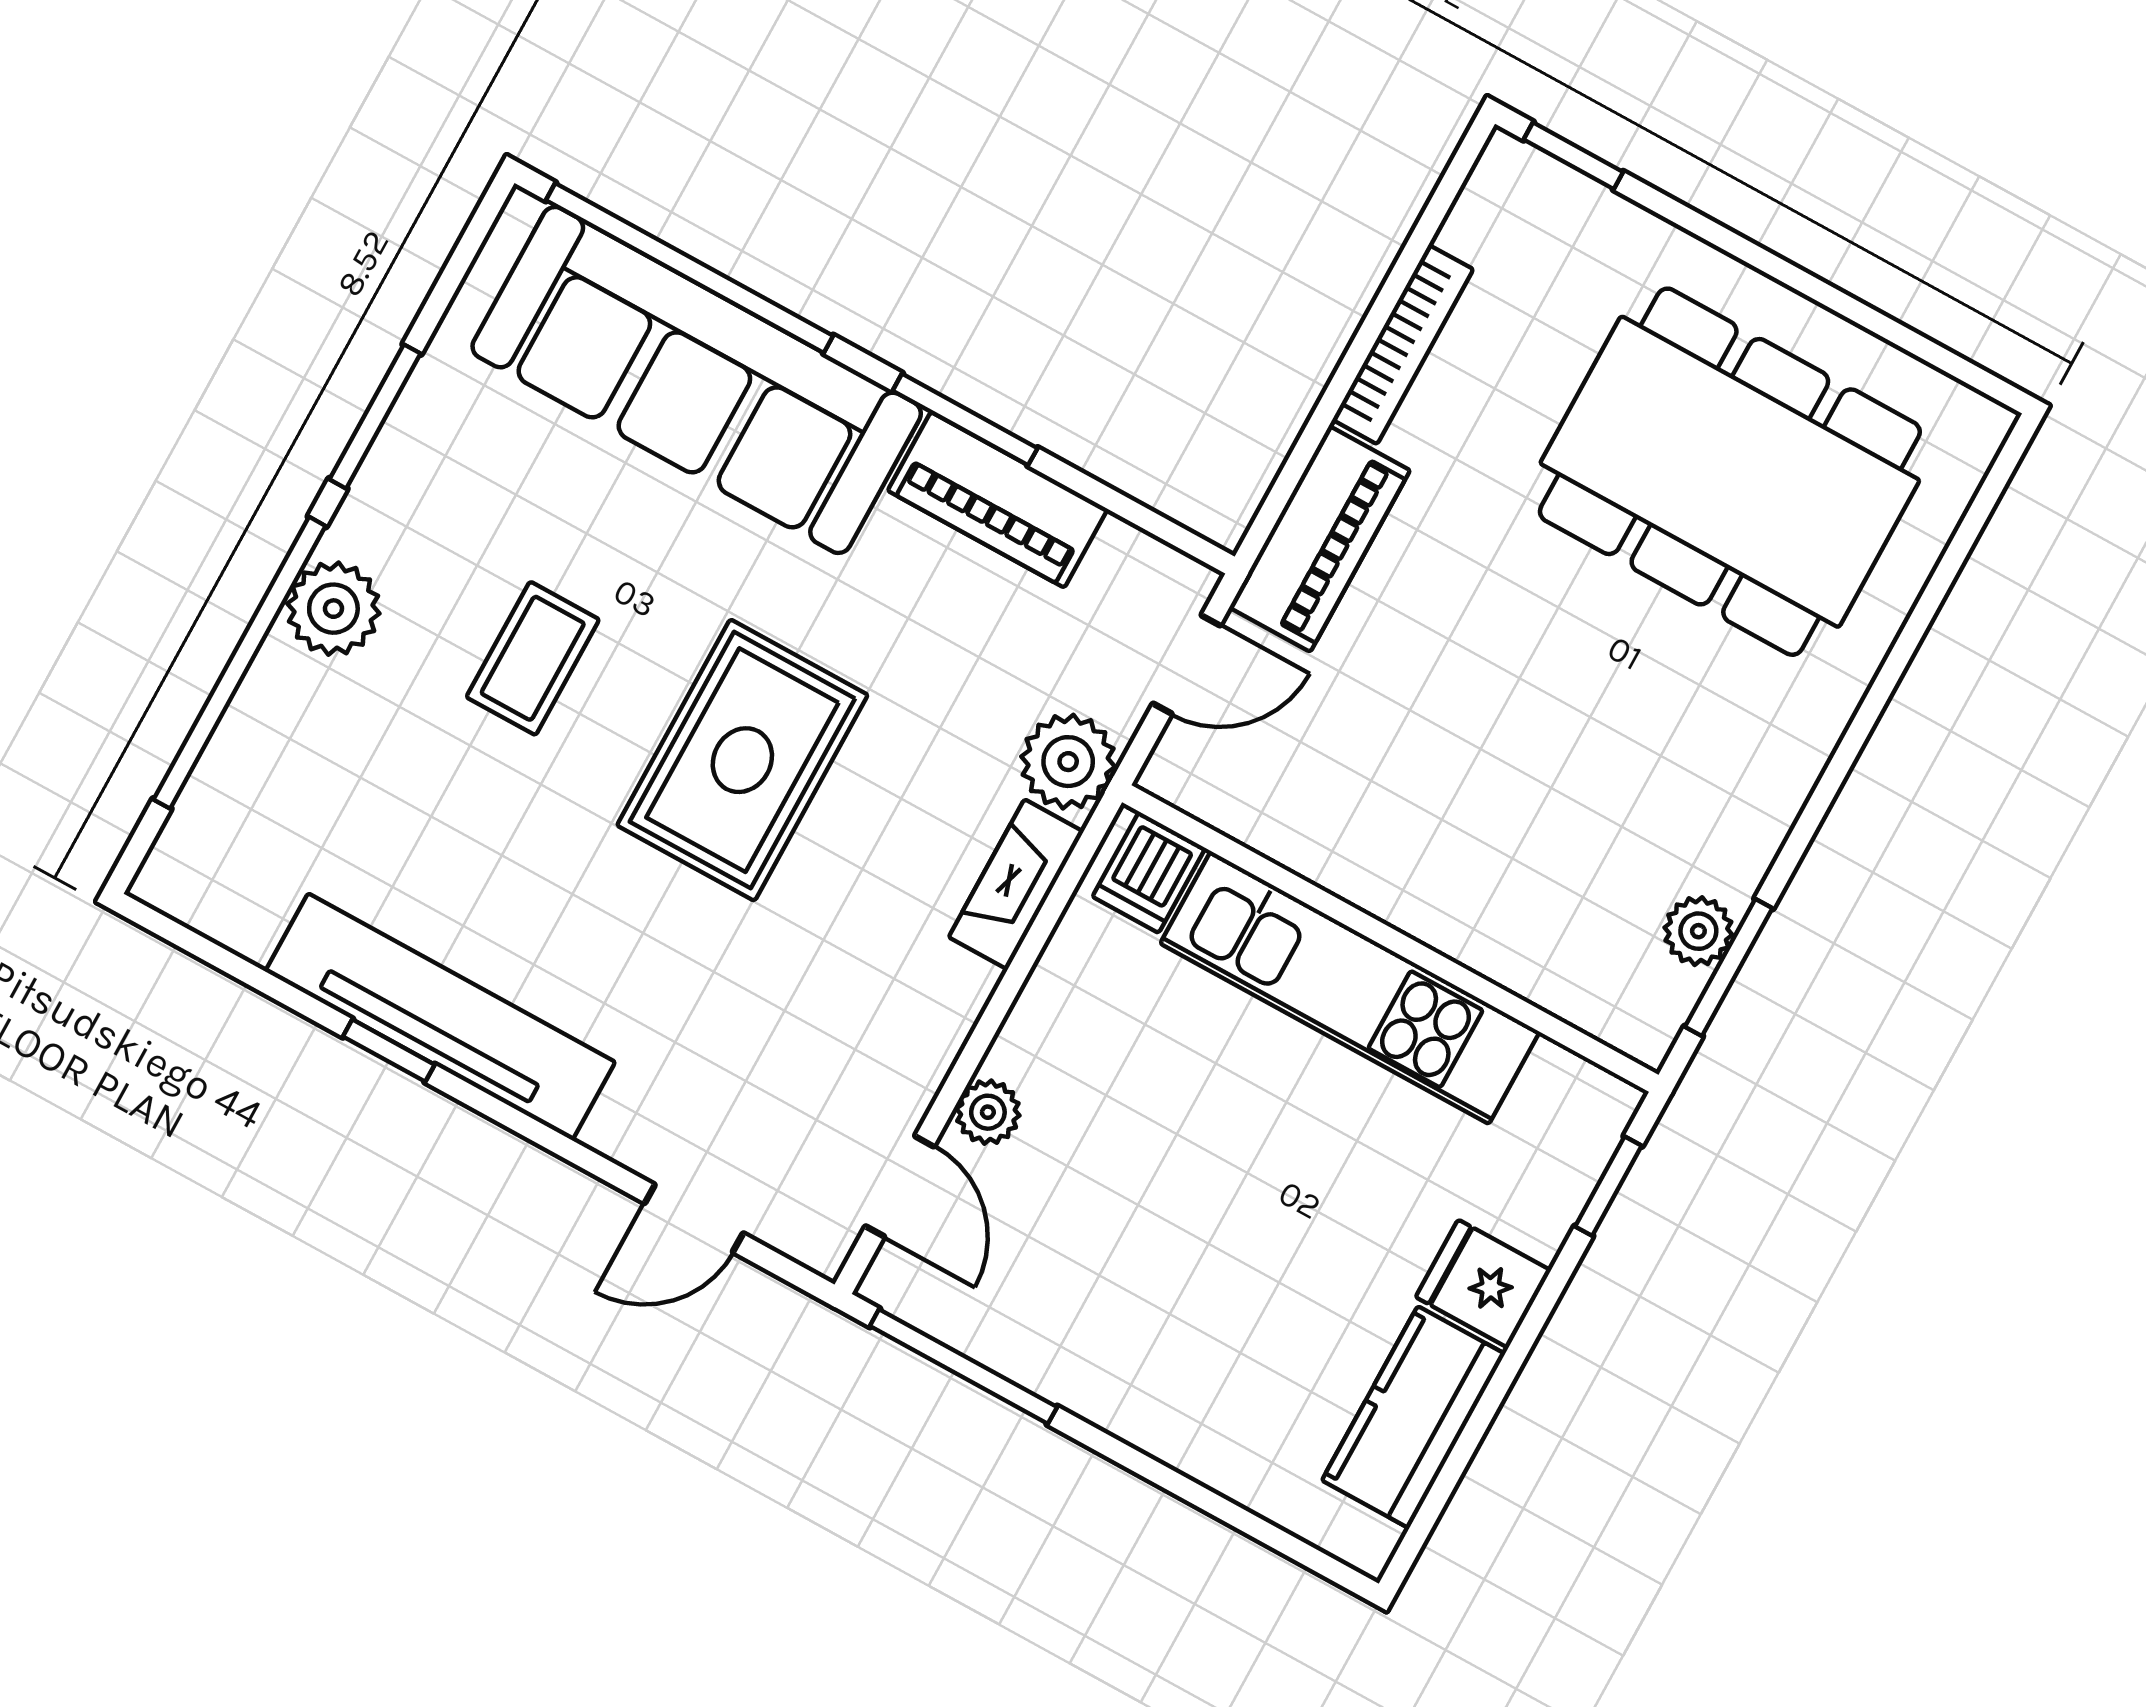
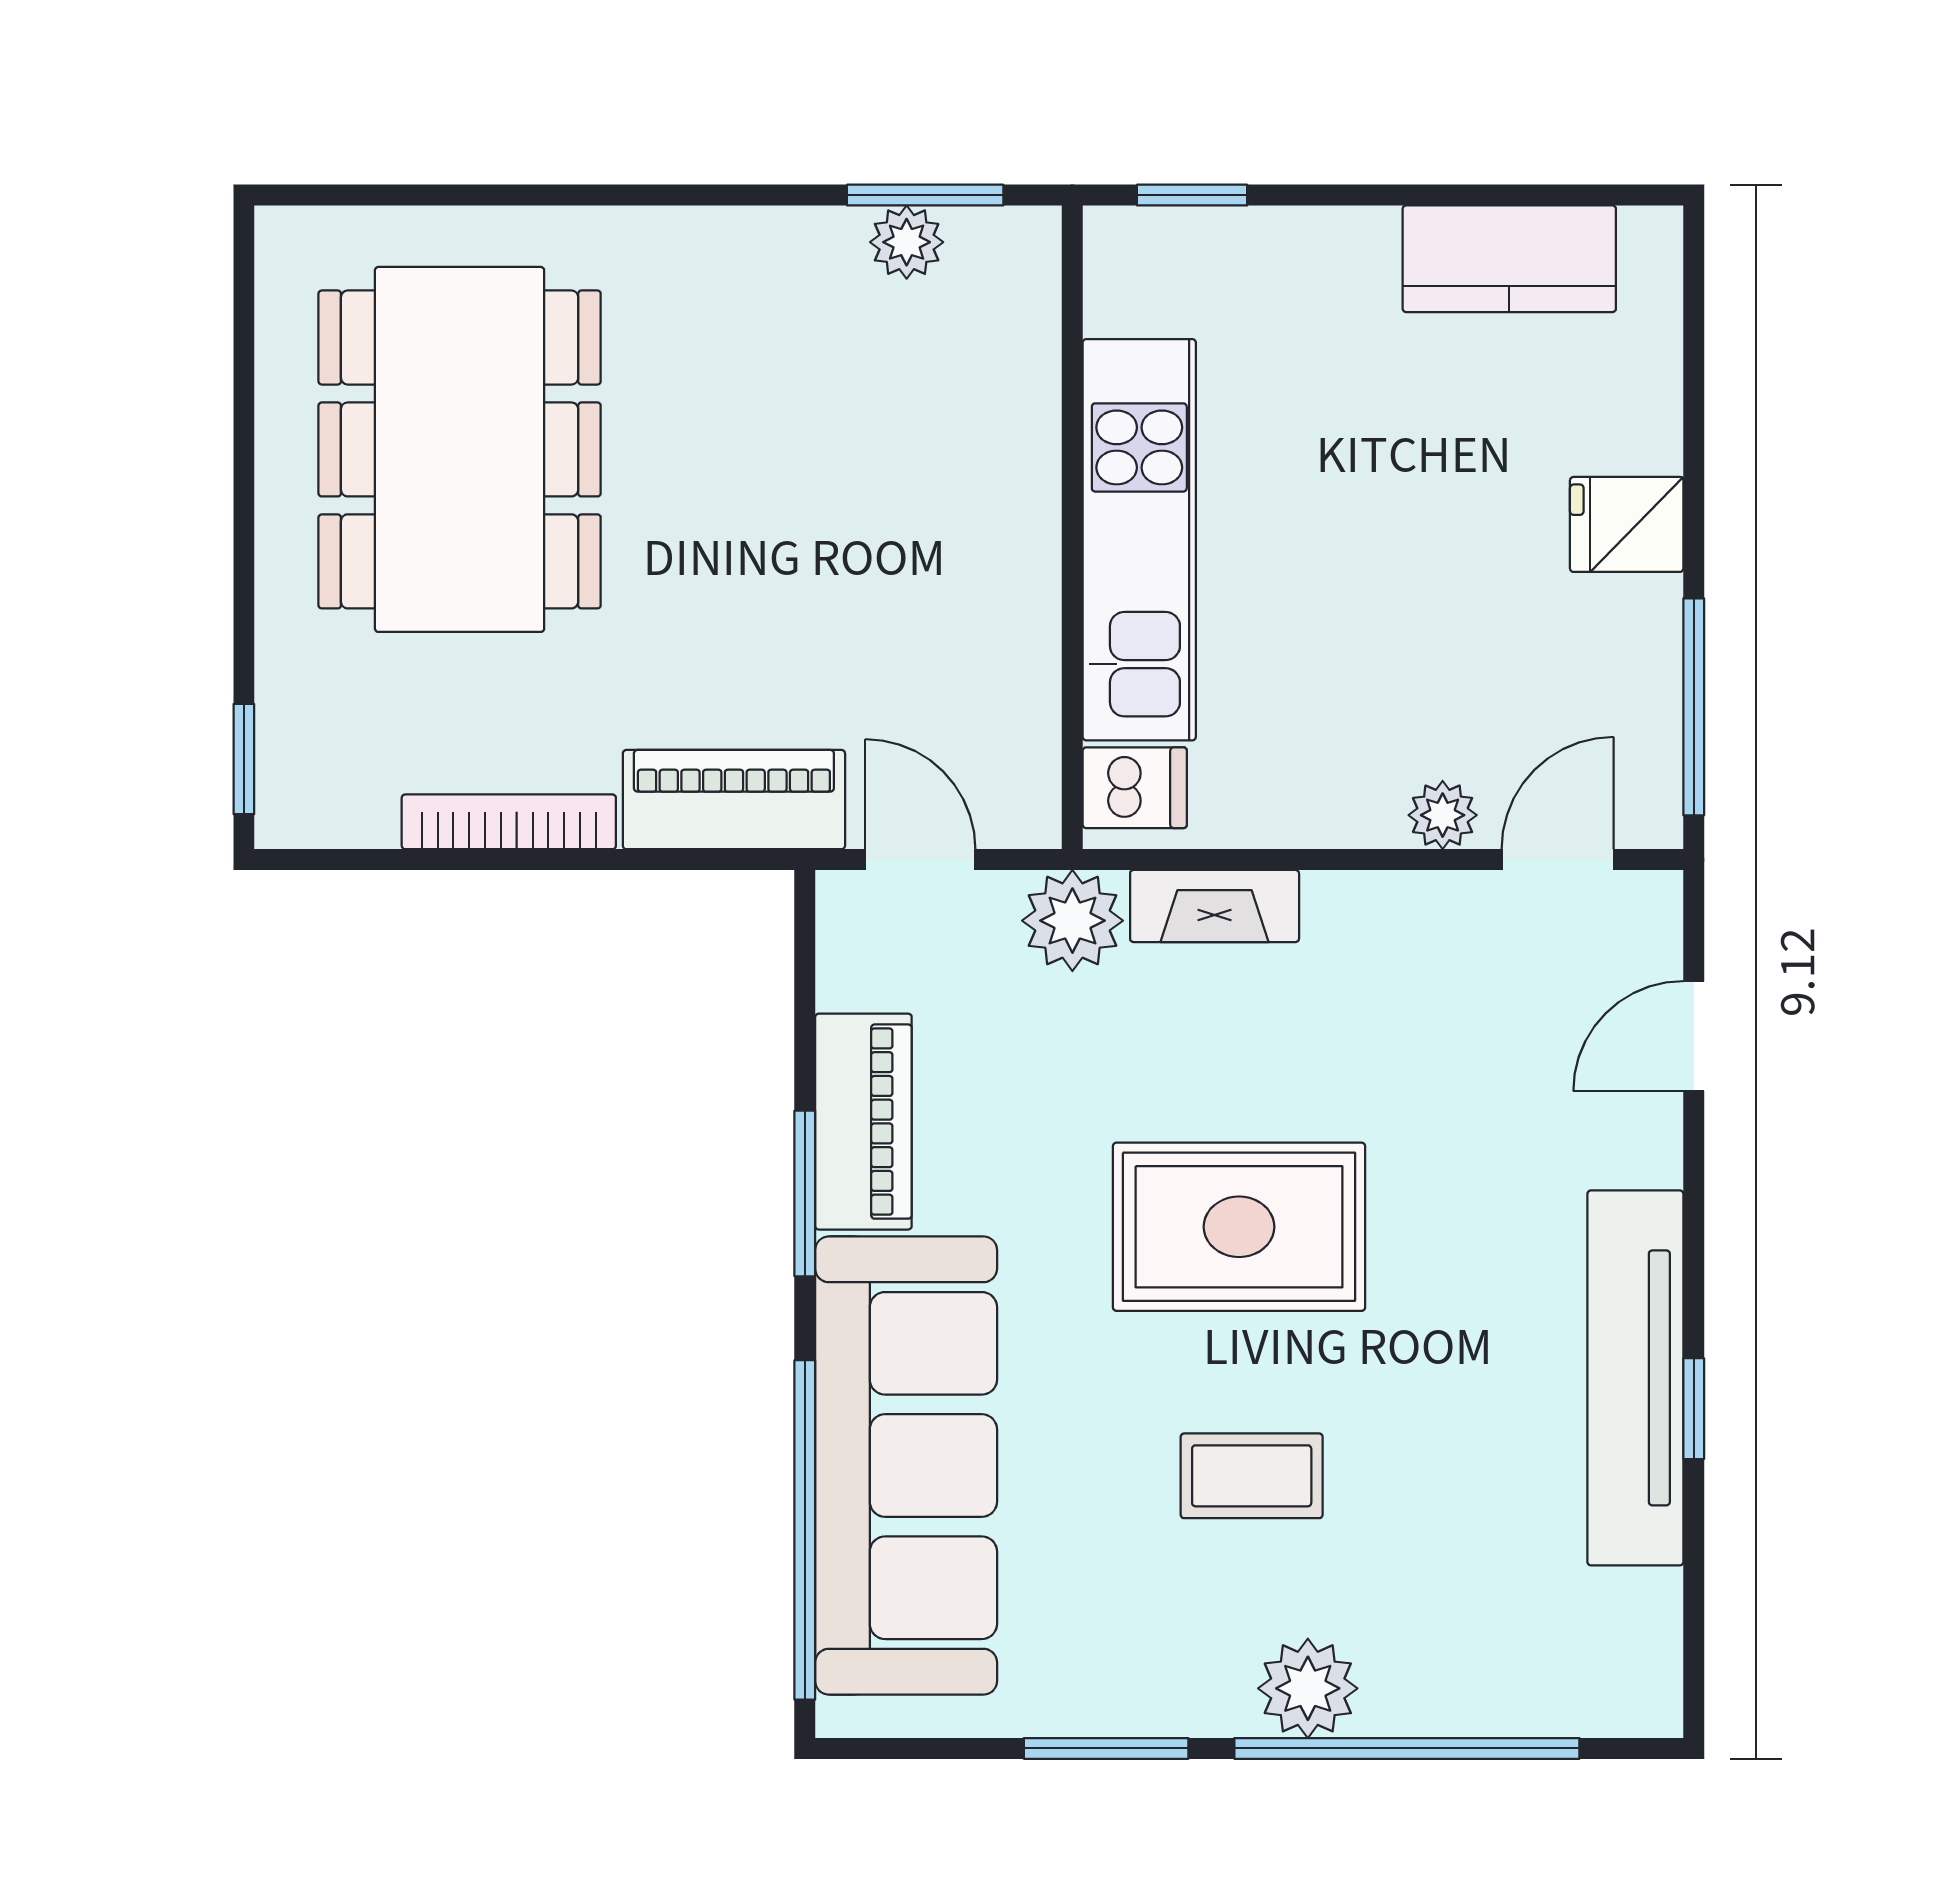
door: (694, 1218) -> (1694, 1036), swing flipped
fridge: (1483, 1284) -> (1627, 524), moved, turned 90

